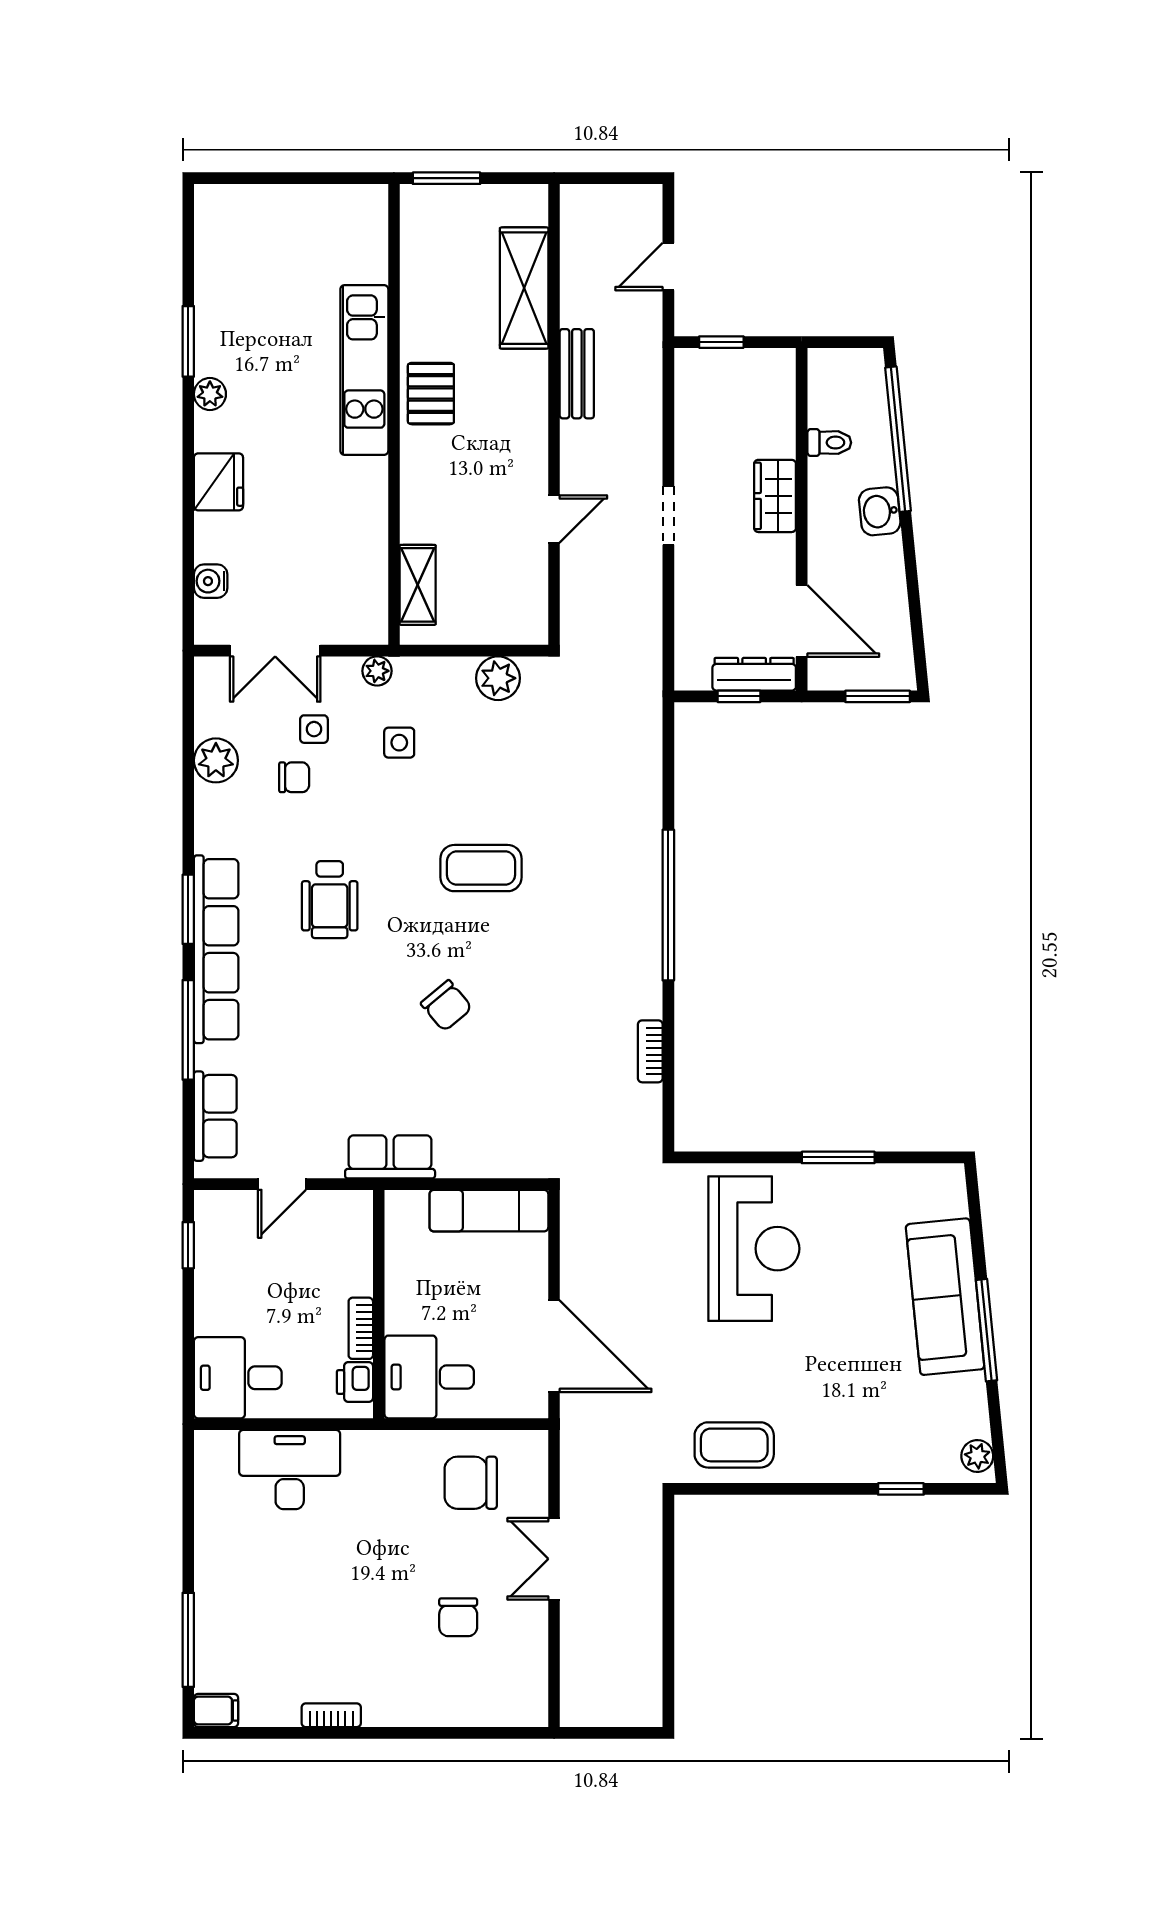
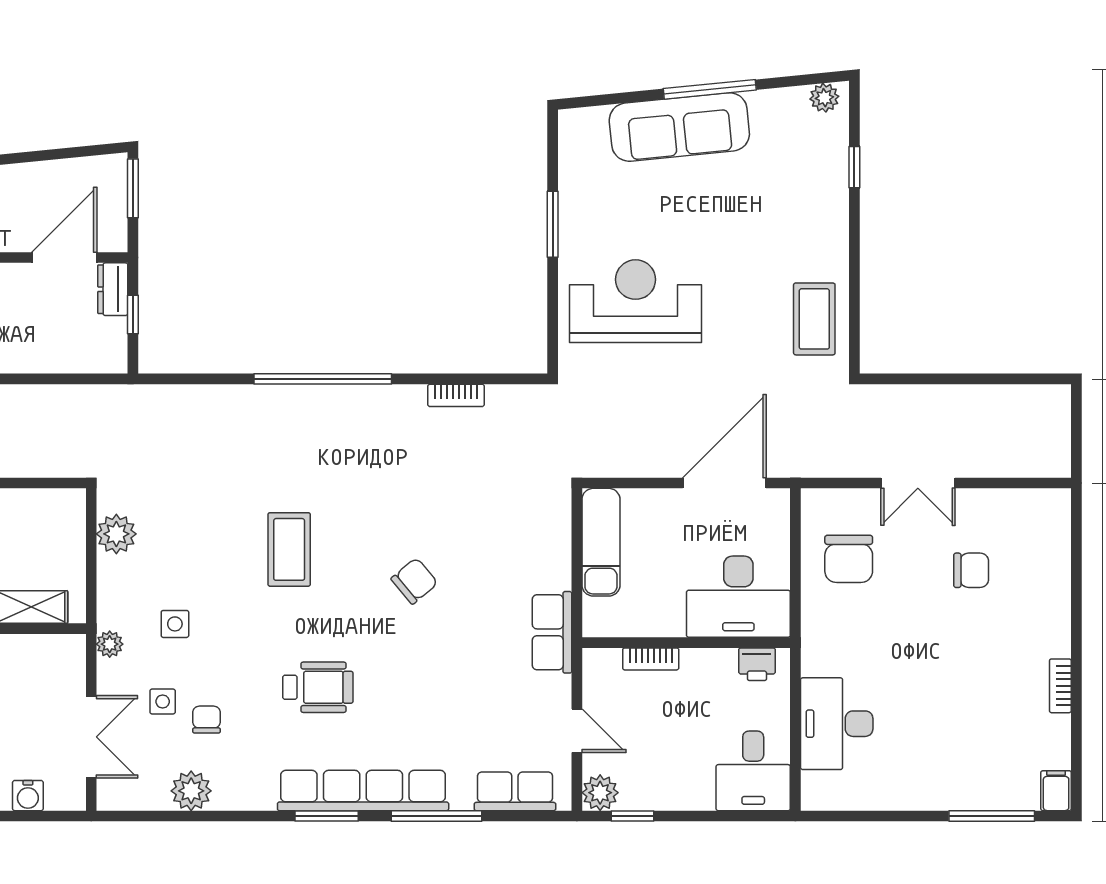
dresser: (754, 674) -> (113, 289), width x0.70
plant: (214, 1210) -> (600, 793), added
bookcase: (361, 1328) -> (651, 659), moved
desk: (429, 1377) -> (738, 597), width x1.37

